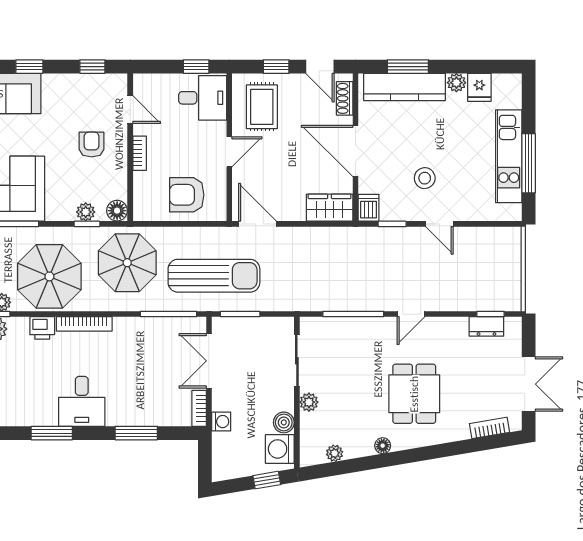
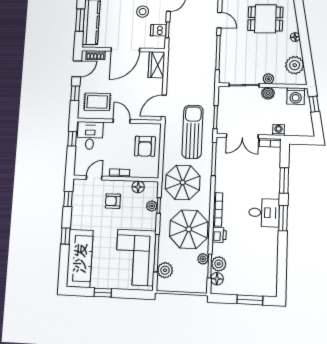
dishwasher: (369, 208) -> (158, 30), moved
floor lamp: (117, 211) -> (138, 187), moved
boiler: (284, 422) -> (268, 93), moved
window: (52, 433) -> (283, 218), moved
plant: (335, 453) -> (295, 65), width x1.87, depth x1.87

